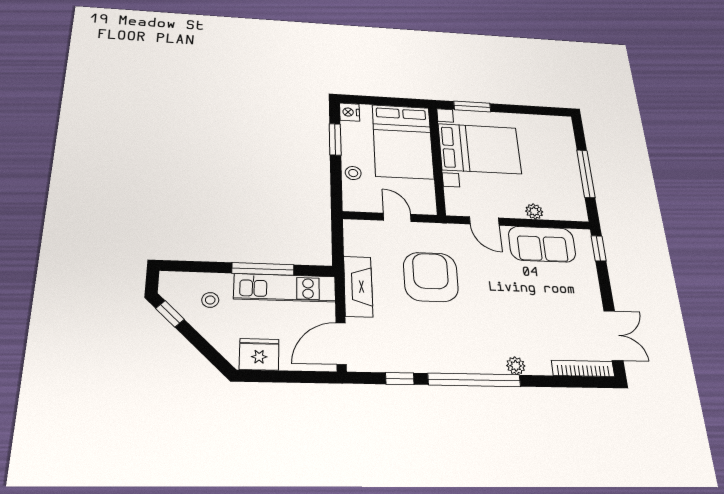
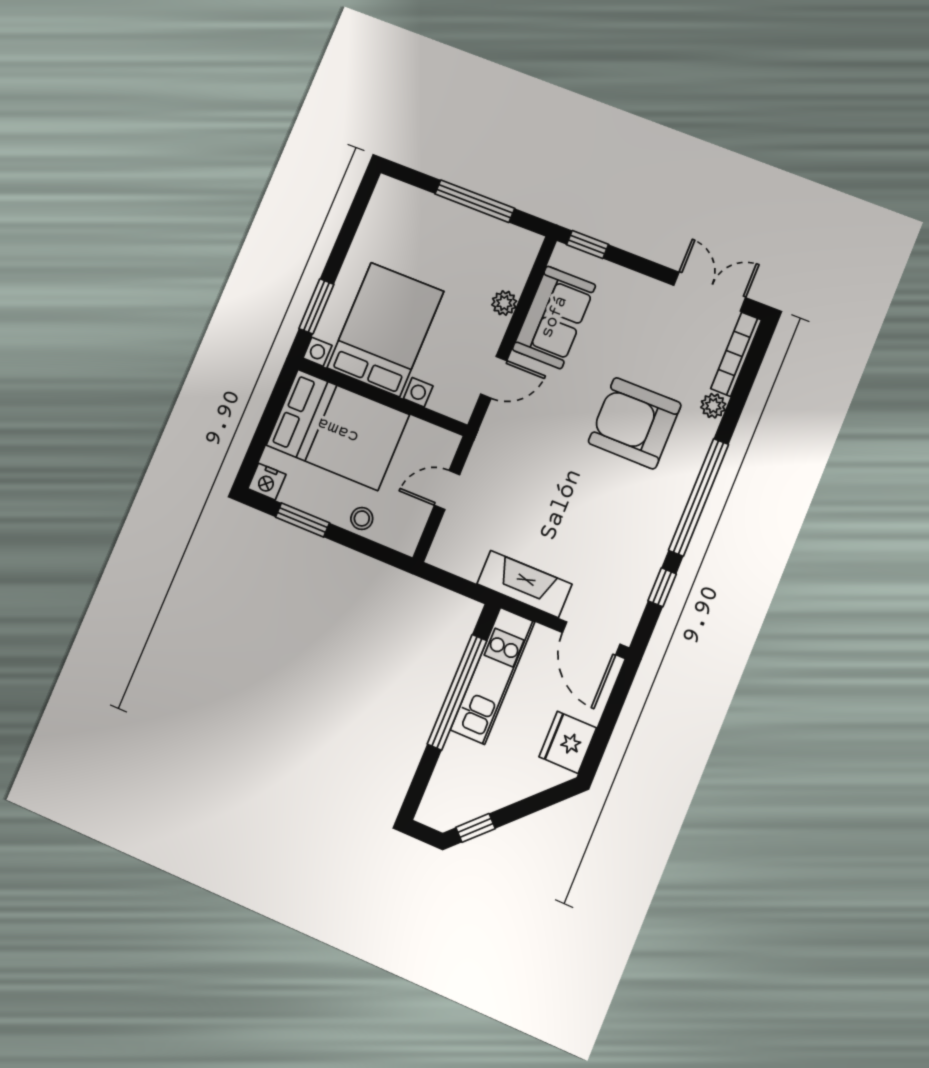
window: (263, 269) -> (457, 692), width x1.46
armchair: (431, 277) -> (635, 423), moved
stool: (210, 300) -> (475, 773), removed
plant: (516, 366) -> (713, 406), moved

